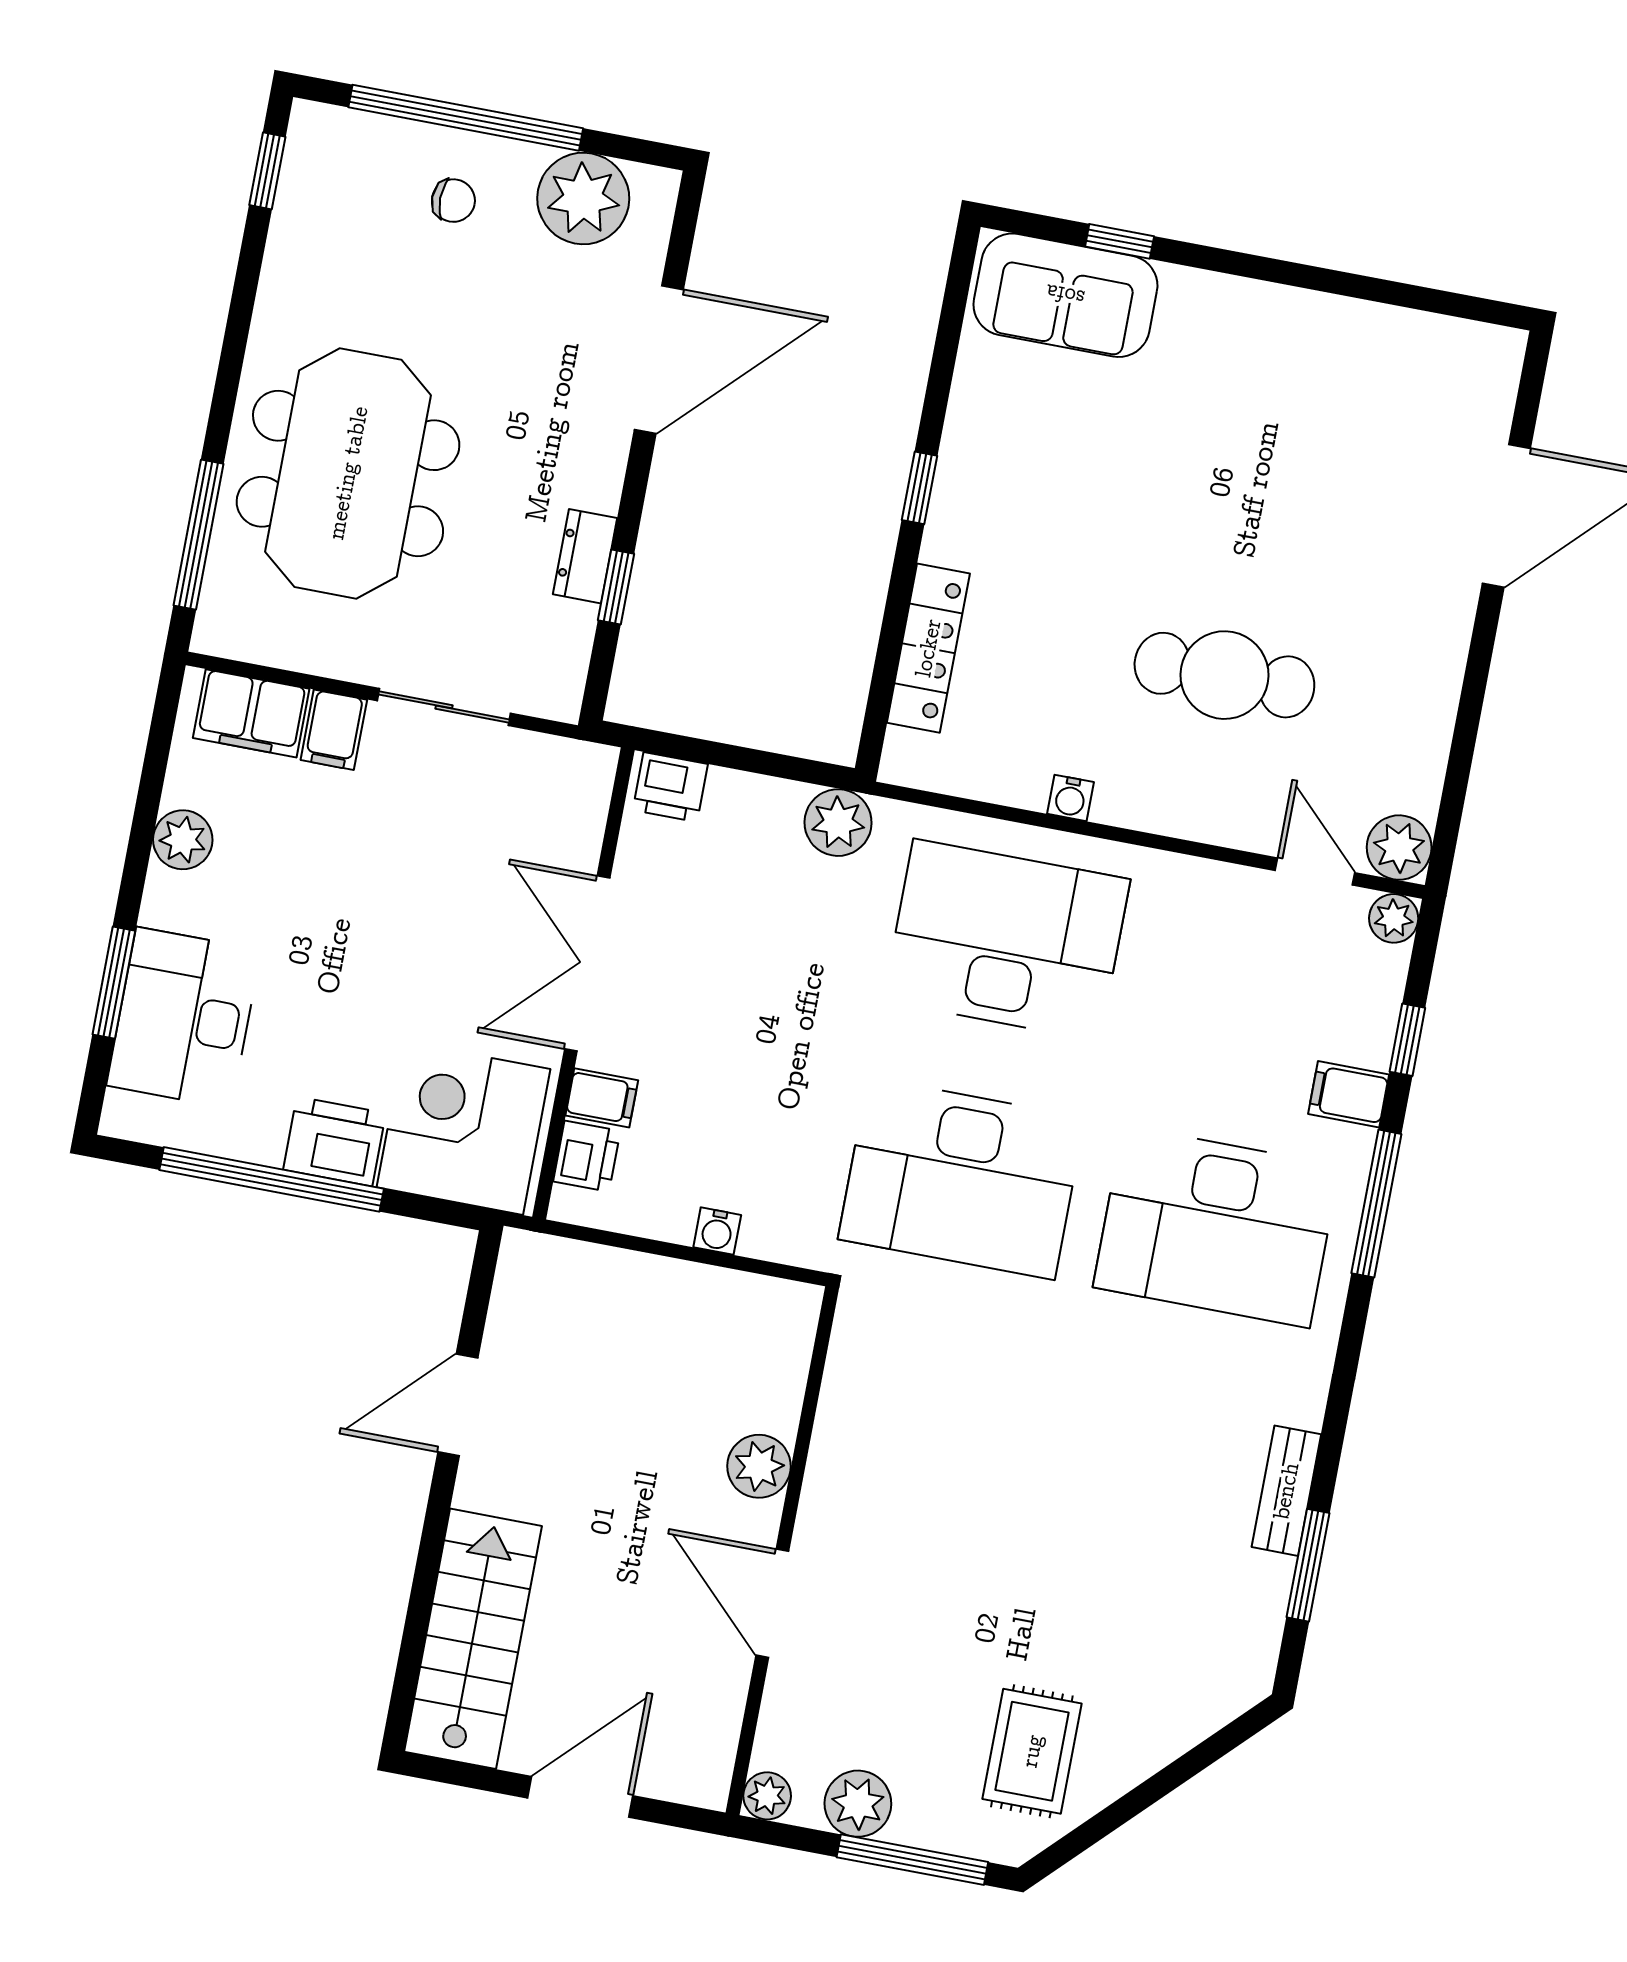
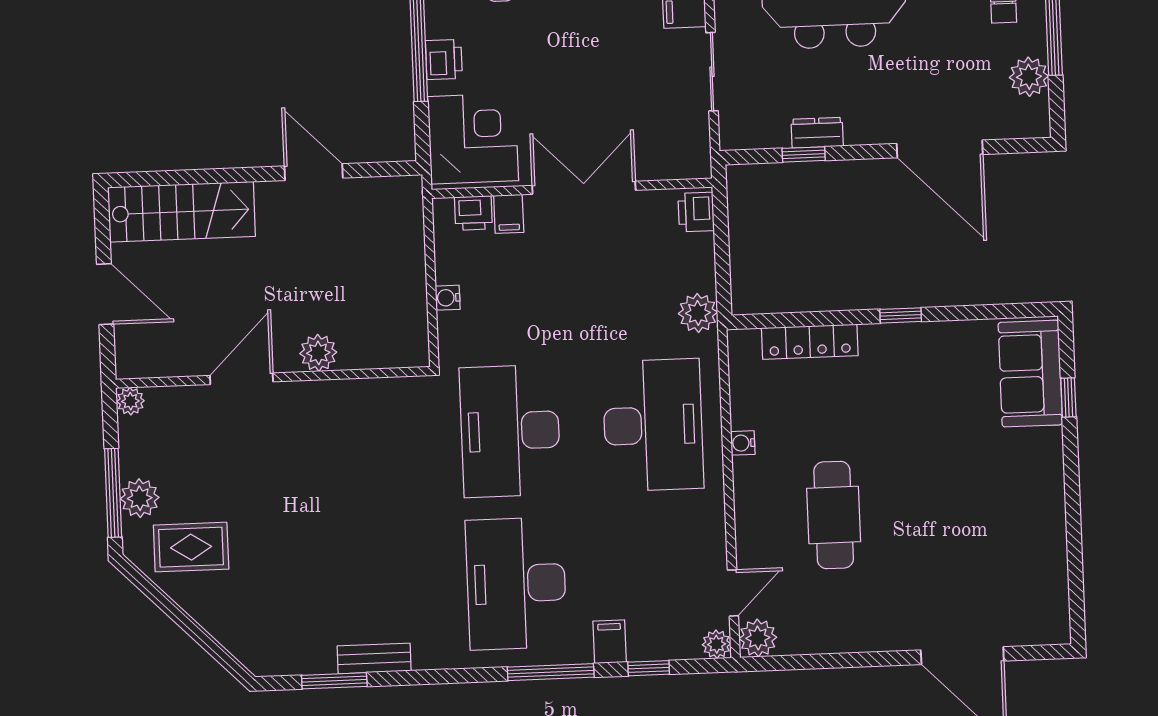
plant: (583, 198) -> (1029, 77), width x0.73, depth x0.73
printer: (334, 1141) -> (444, 60), width x0.73, depth x0.81
plant: (858, 1804) -> (140, 498), moved

